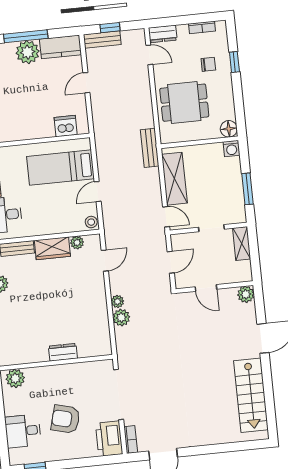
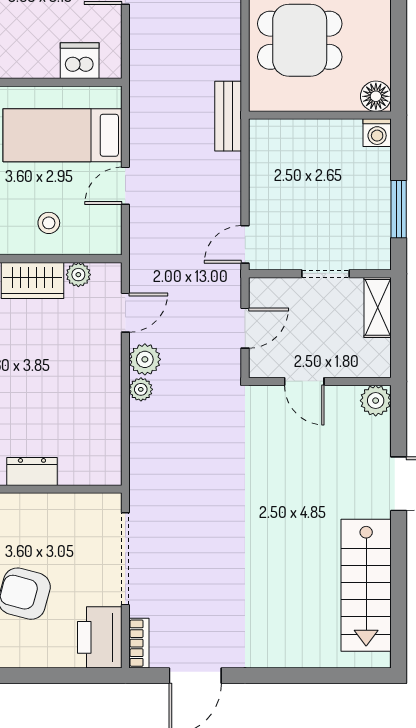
shelving: (174, 179) -> (267, 177), removed
door: (166, 217) -> (245, 244), swing flipped
stool: (91, 222) -> (49, 223), moved
plant: (121, 318) -> (145, 359), moved

